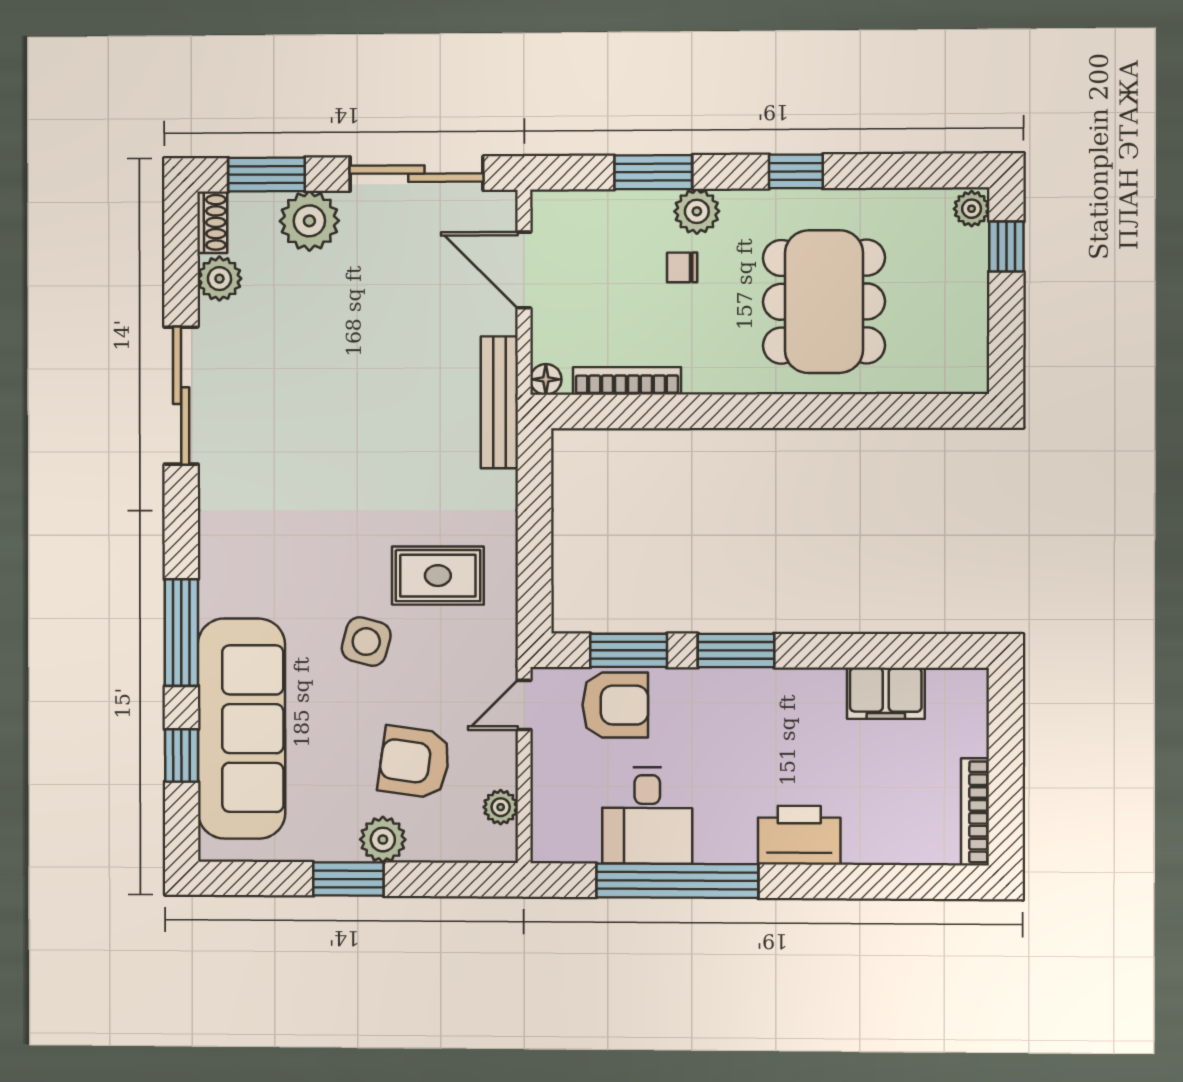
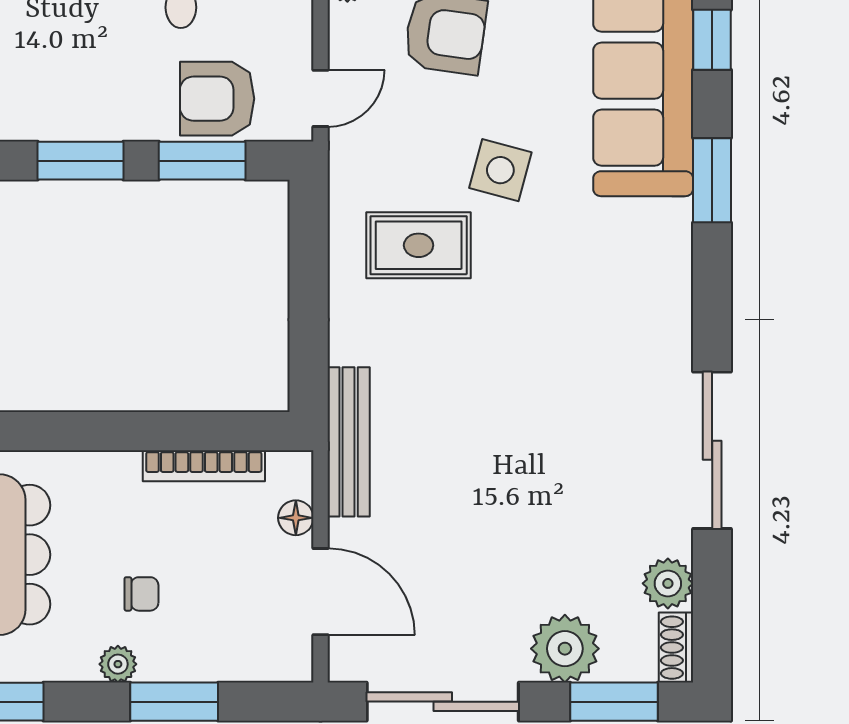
plant: (697, 211) -> (118, 664), width x0.73, depth x0.73
floor lamp: (546, 379) -> (296, 518), moved
window: (181, 633) -> (712, 180), width x0.69

